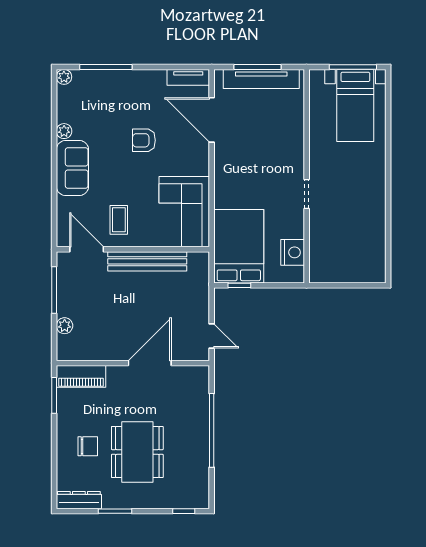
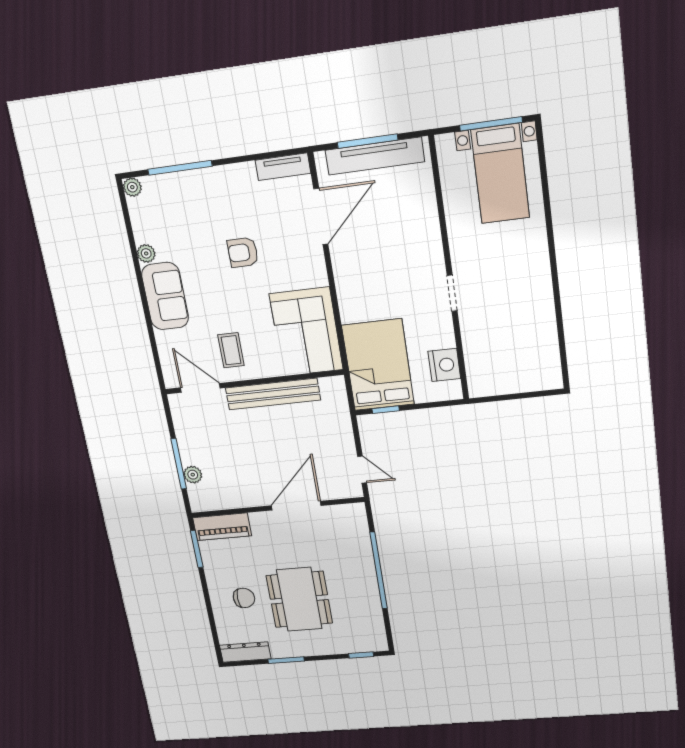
door: (212, 120) -> (321, 216), swing flipped
window: (54, 290) -> (179, 464), moved

